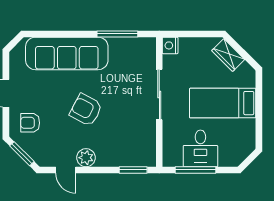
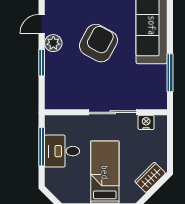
nightstand: (170, 45) -> (146, 122), moved
armchair: (86, 110) -> (98, 43), width x1.36, depth x1.36
window: (133, 170) -> (42, 63), moved

